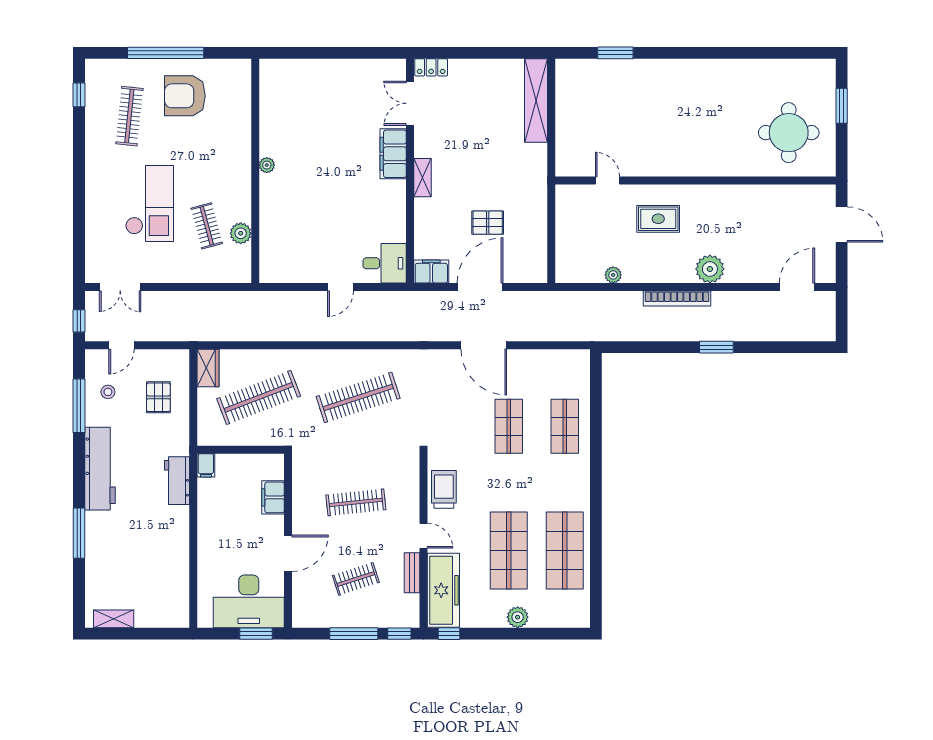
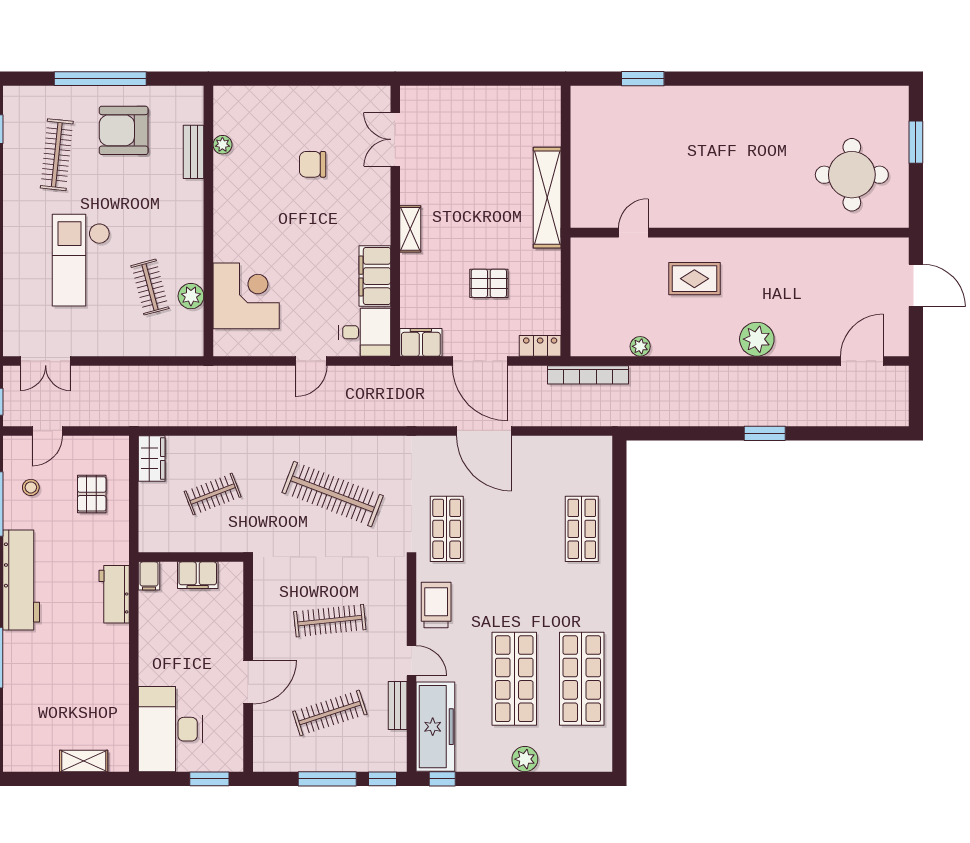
locker: (431, 67) -> (540, 346), moved, turned 180
shelving: (536, 101) -> (547, 198), moved
bench: (243, 114) -> (194, 152), added
chair: (342, 124) -> (313, 164), added
filing cabinet: (393, 154) -> (375, 276), moved
plant: (267, 165) -> (222, 145), moved
door: (608, 181) -> (633, 233), hinge flipped
checkout: (149, 204) -> (81, 260), turned 180
corner desk: (286, 233) -> (246, 296), added
door: (480, 287) -> (480, 361), swing flipped
bookcase: (677, 299) -> (588, 375), moved
clothes rail: (259, 397) -> (213, 494), width x0.54, depth x0.76
clothes rail: (358, 397) -> (333, 494), turned 39
shop shelf: (509, 426) -> (447, 529), moved
filing cabinet: (273, 497) -> (198, 575), moved, turned -90
clothes rail: (356, 579) -> (330, 713), width x1.36
desk: (249, 601) -> (170, 729), moved, turned 90
shelving: (114, 619) -> (84, 761), moved

